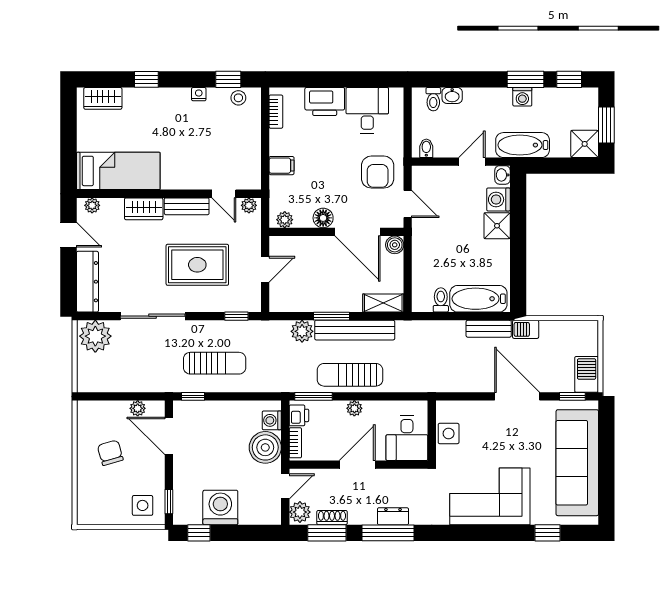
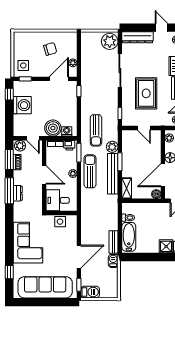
door: (69, 235) -> (161, 28), swing flipped
sun lounger: (215, 363) -> (96, 130), moved

